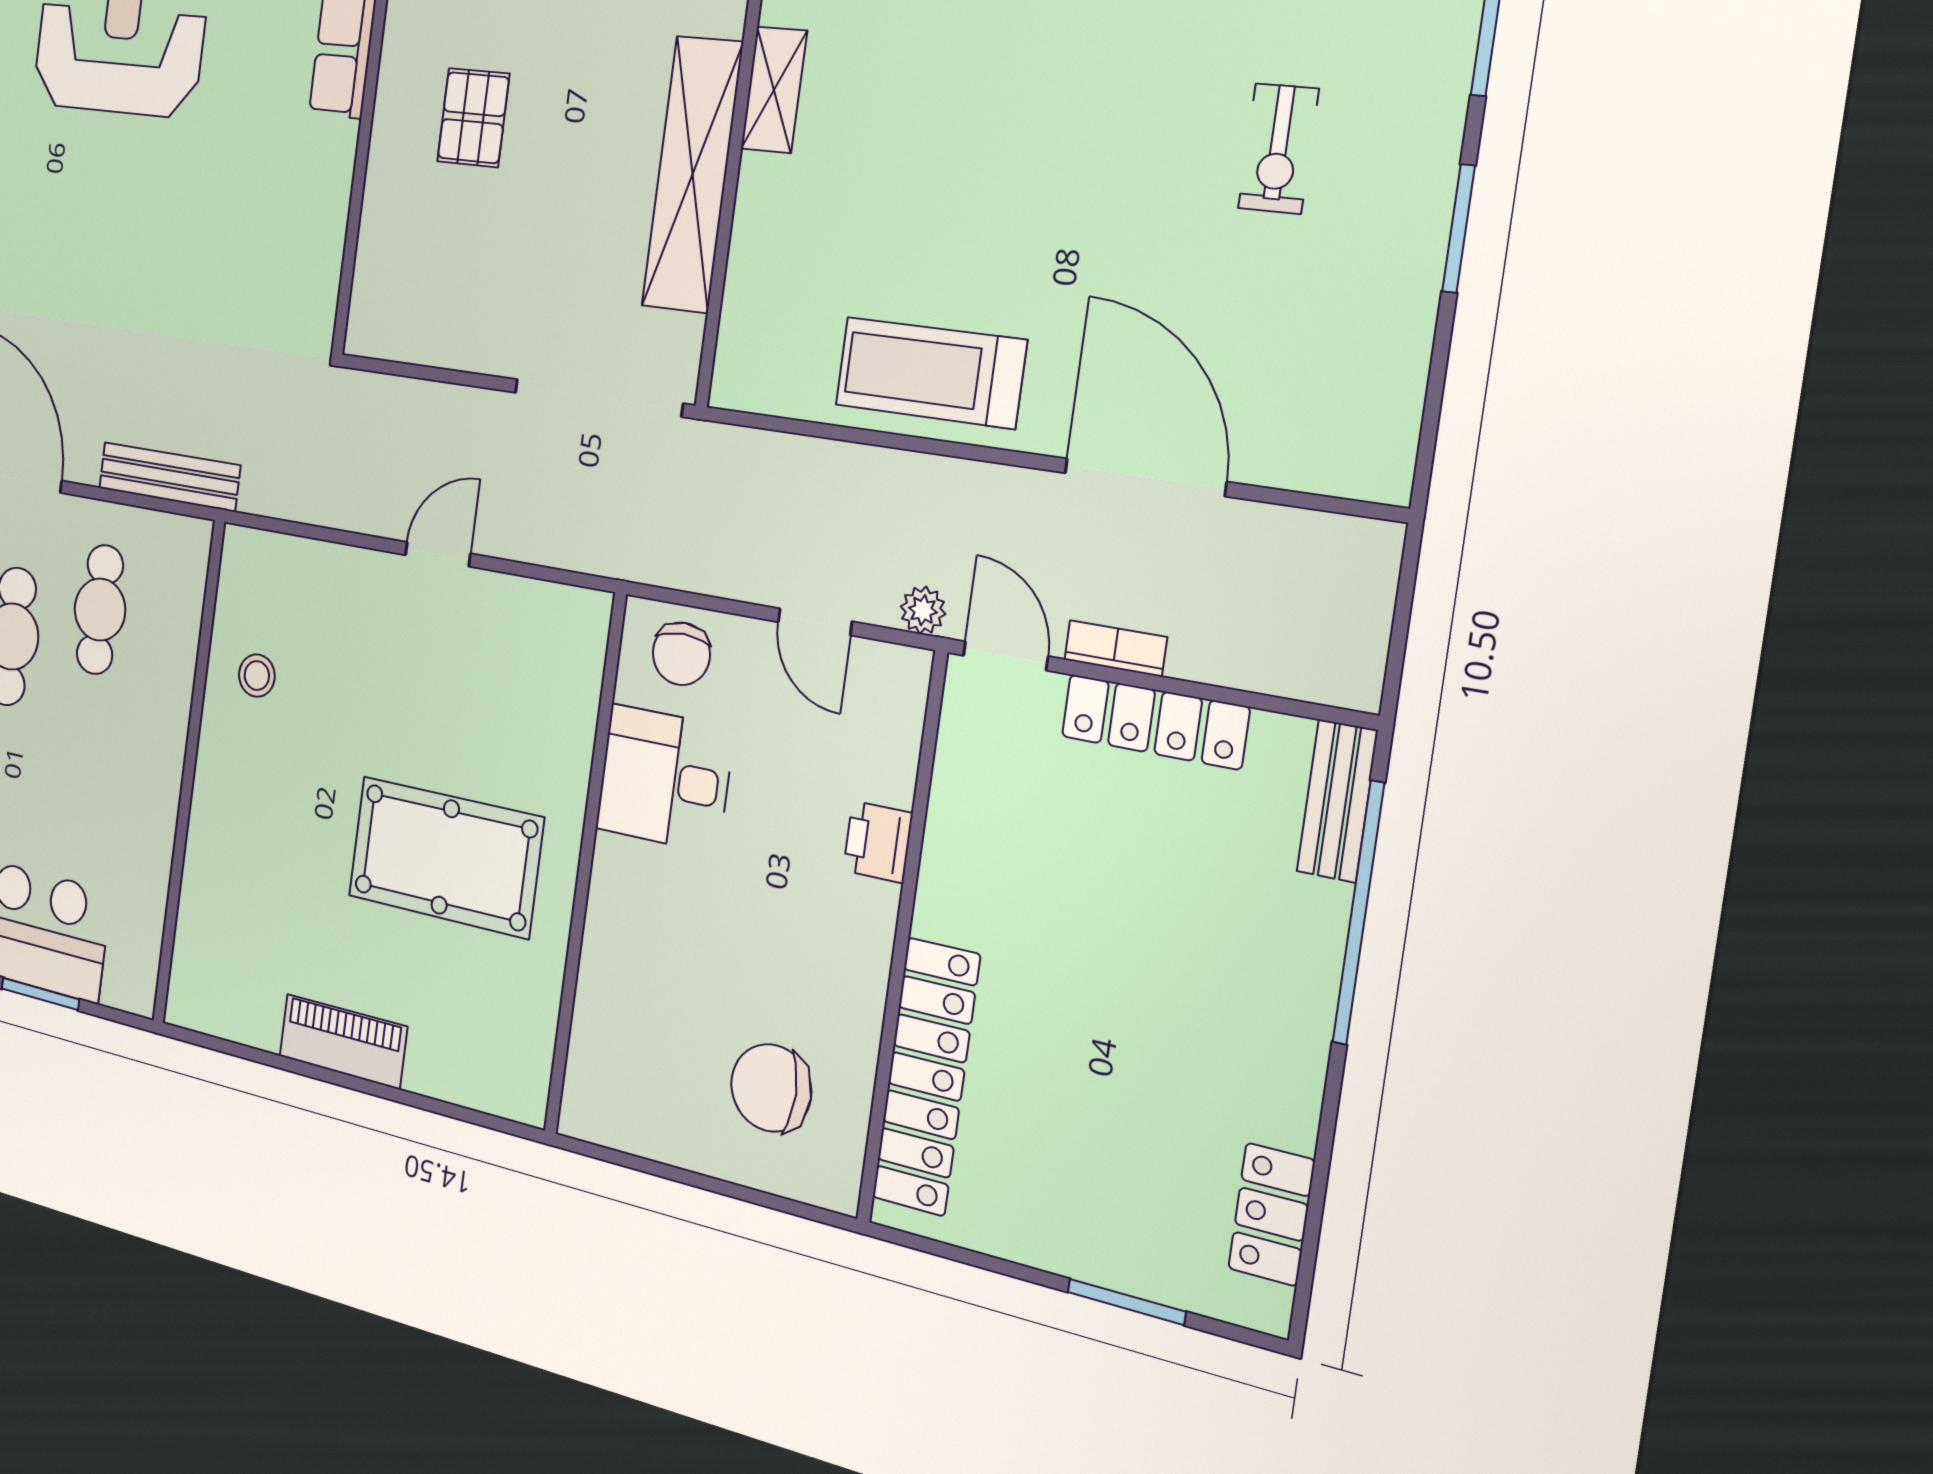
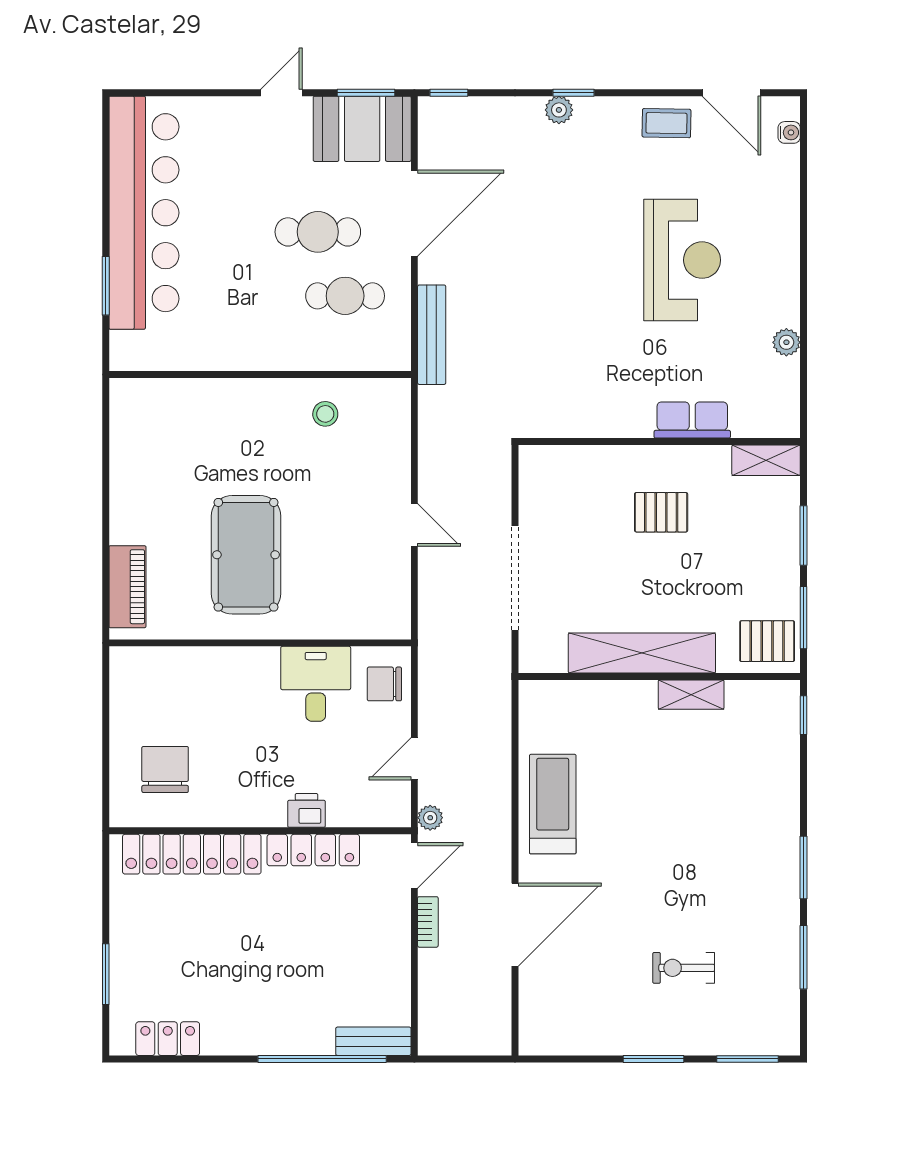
doorway: (598, 398) -> (515, 578), moved
locker: (1155, 722) -> (313, 850), moved, turned -90
piano: (343, 1041) -> (127, 587), moved

